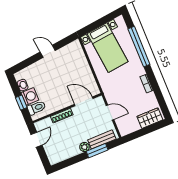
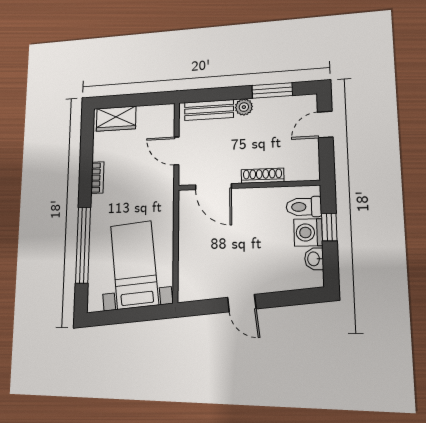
door: (37, 140) -> (325, 125), moved
window: (97, 151) -> (272, 90), moved

